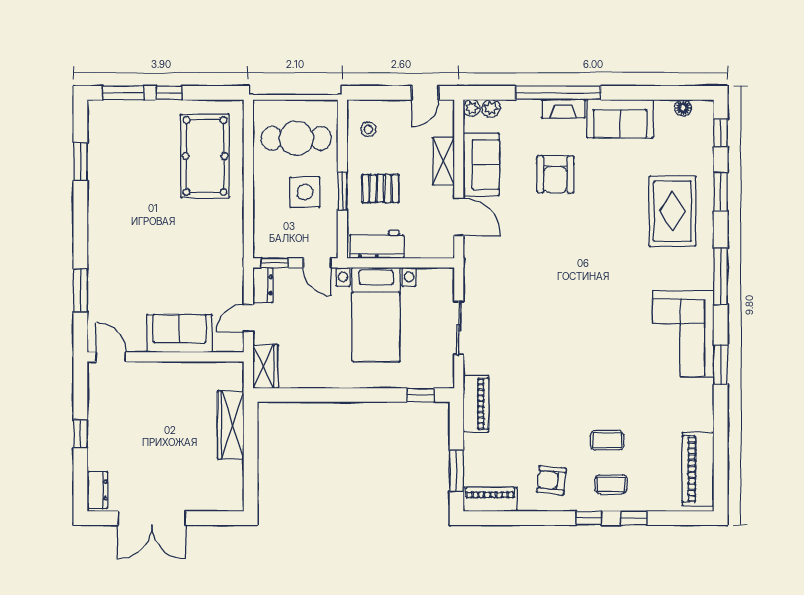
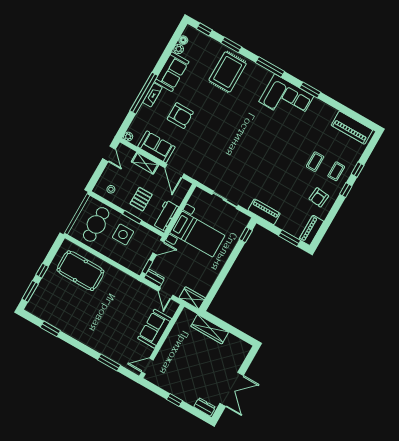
plant: (491, 109) -> (179, 49), moved
rug: (672, 211) -> (228, 72), turned 90
door: (459, 217) -> (174, 171), swing flipped

